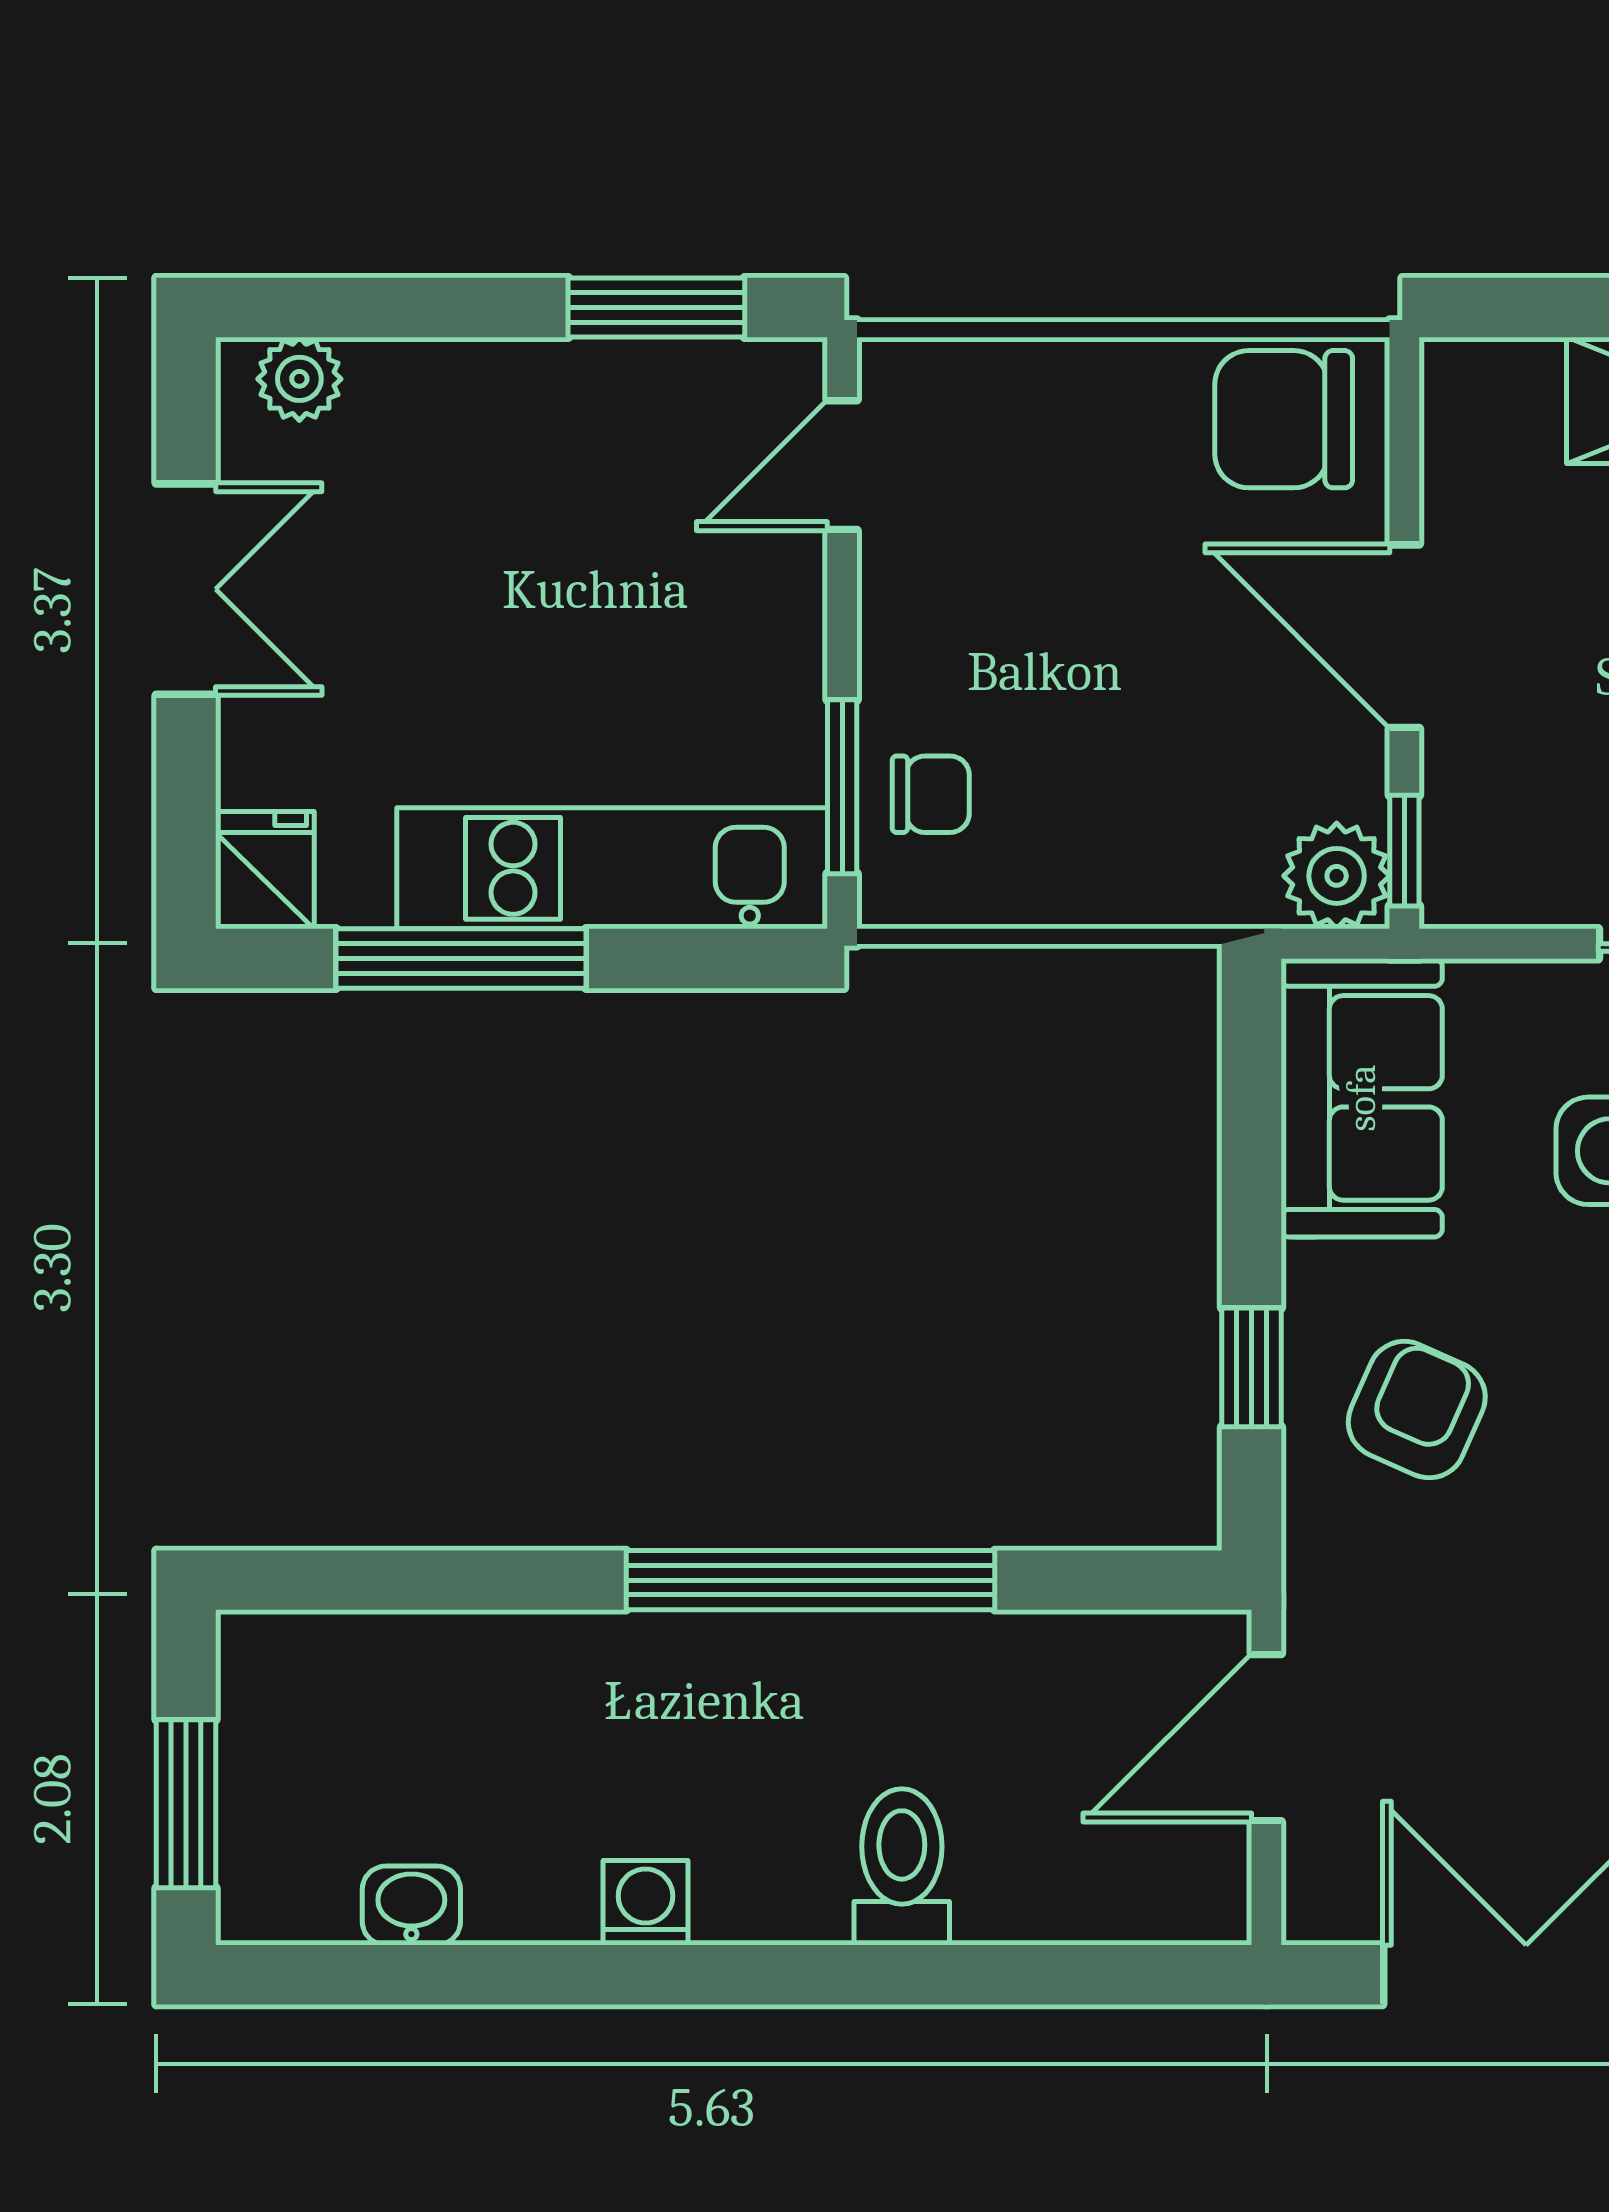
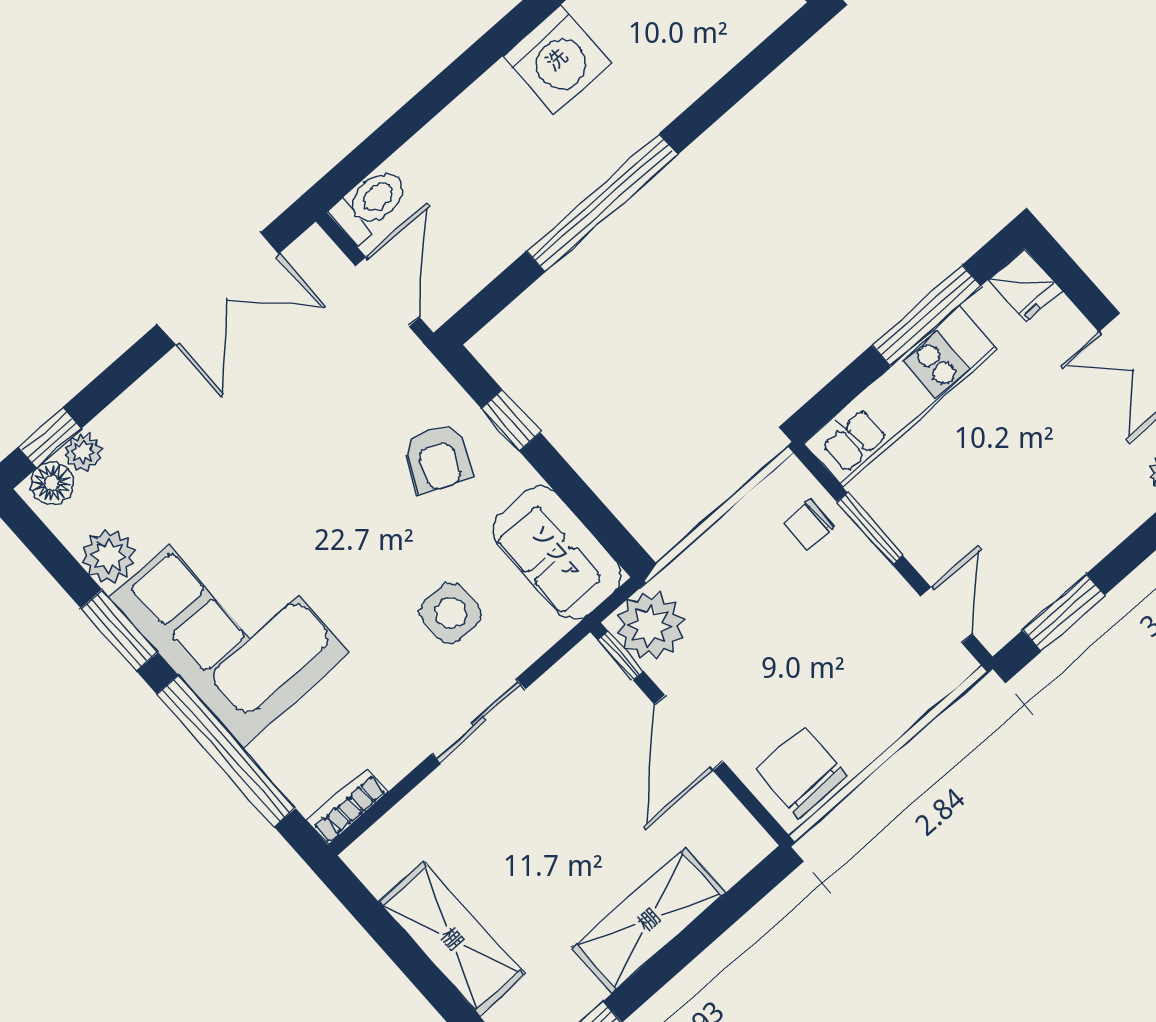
chair: (1284, 419) -> (802, 773), turned -90
door: (1404, 636) -> (689, 733), swing flipped
window: (842, 787) -> (870, 529), moved
plant: (1337, 876) -> (650, 626), width x1.36, depth x1.36
toilet: (902, 1867) -> (370, 204), moved, turned -90
washing machine: (646, 1903) -> (557, 59), width x1.89, depth x1.89

